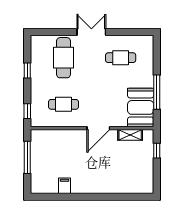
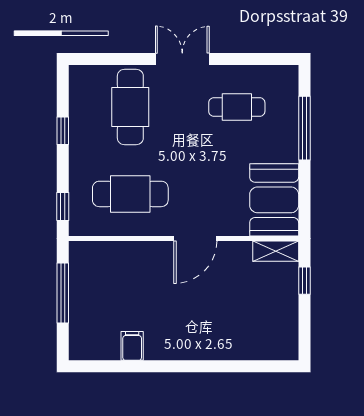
window: (157, 92) -> (304, 128), moved
cafe table: (64, 104) -> (130, 194), width x1.37, depth x1.35
shelving: (130, 135) -> (276, 251), moved

